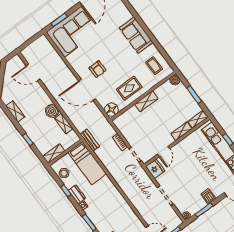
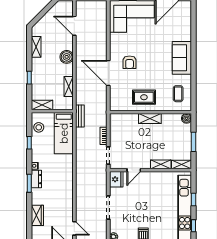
floor lamp: (112, 110) -> (116, 104), removed
boiler: (52, 111) -> (67, 57), moved
dresser: (77, 194) -> (36, 179), moved

